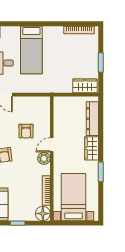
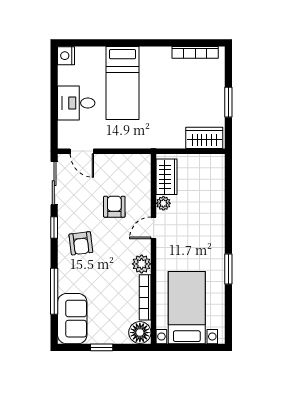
dresser: (92, 119) -> (216, 188), removed
plant: (58, 129) -> (163, 203), added
armchair: (26, 131) -> (114, 207), turned 180
wardrobe: (92, 148) -> (167, 177), moved, turned 180
plant: (44, 158) -> (142, 264), moved

